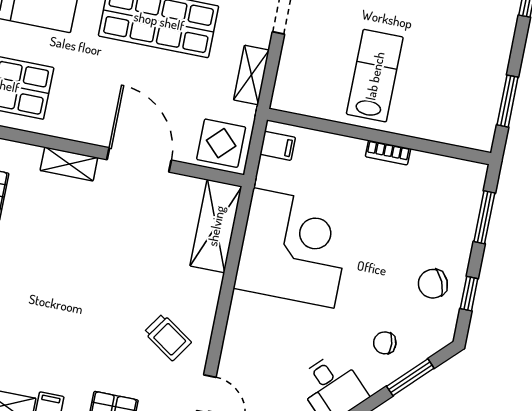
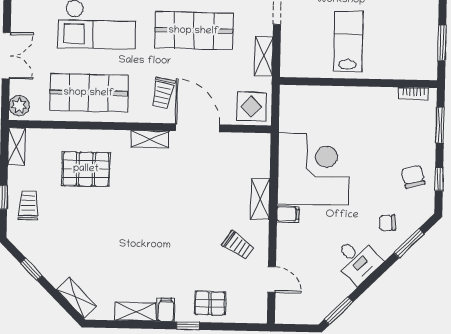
trolley: (99, 102) -> (163, 93), added
filing cabinet: (278, 146) -> (288, 214), moved
bookcase: (388, 153) -> (413, 94), moved
shelving: (216, 226) -> (260, 199), moved, width x0.67, depth x0.75
chair: (433, 284) -> (413, 177), turned 99

